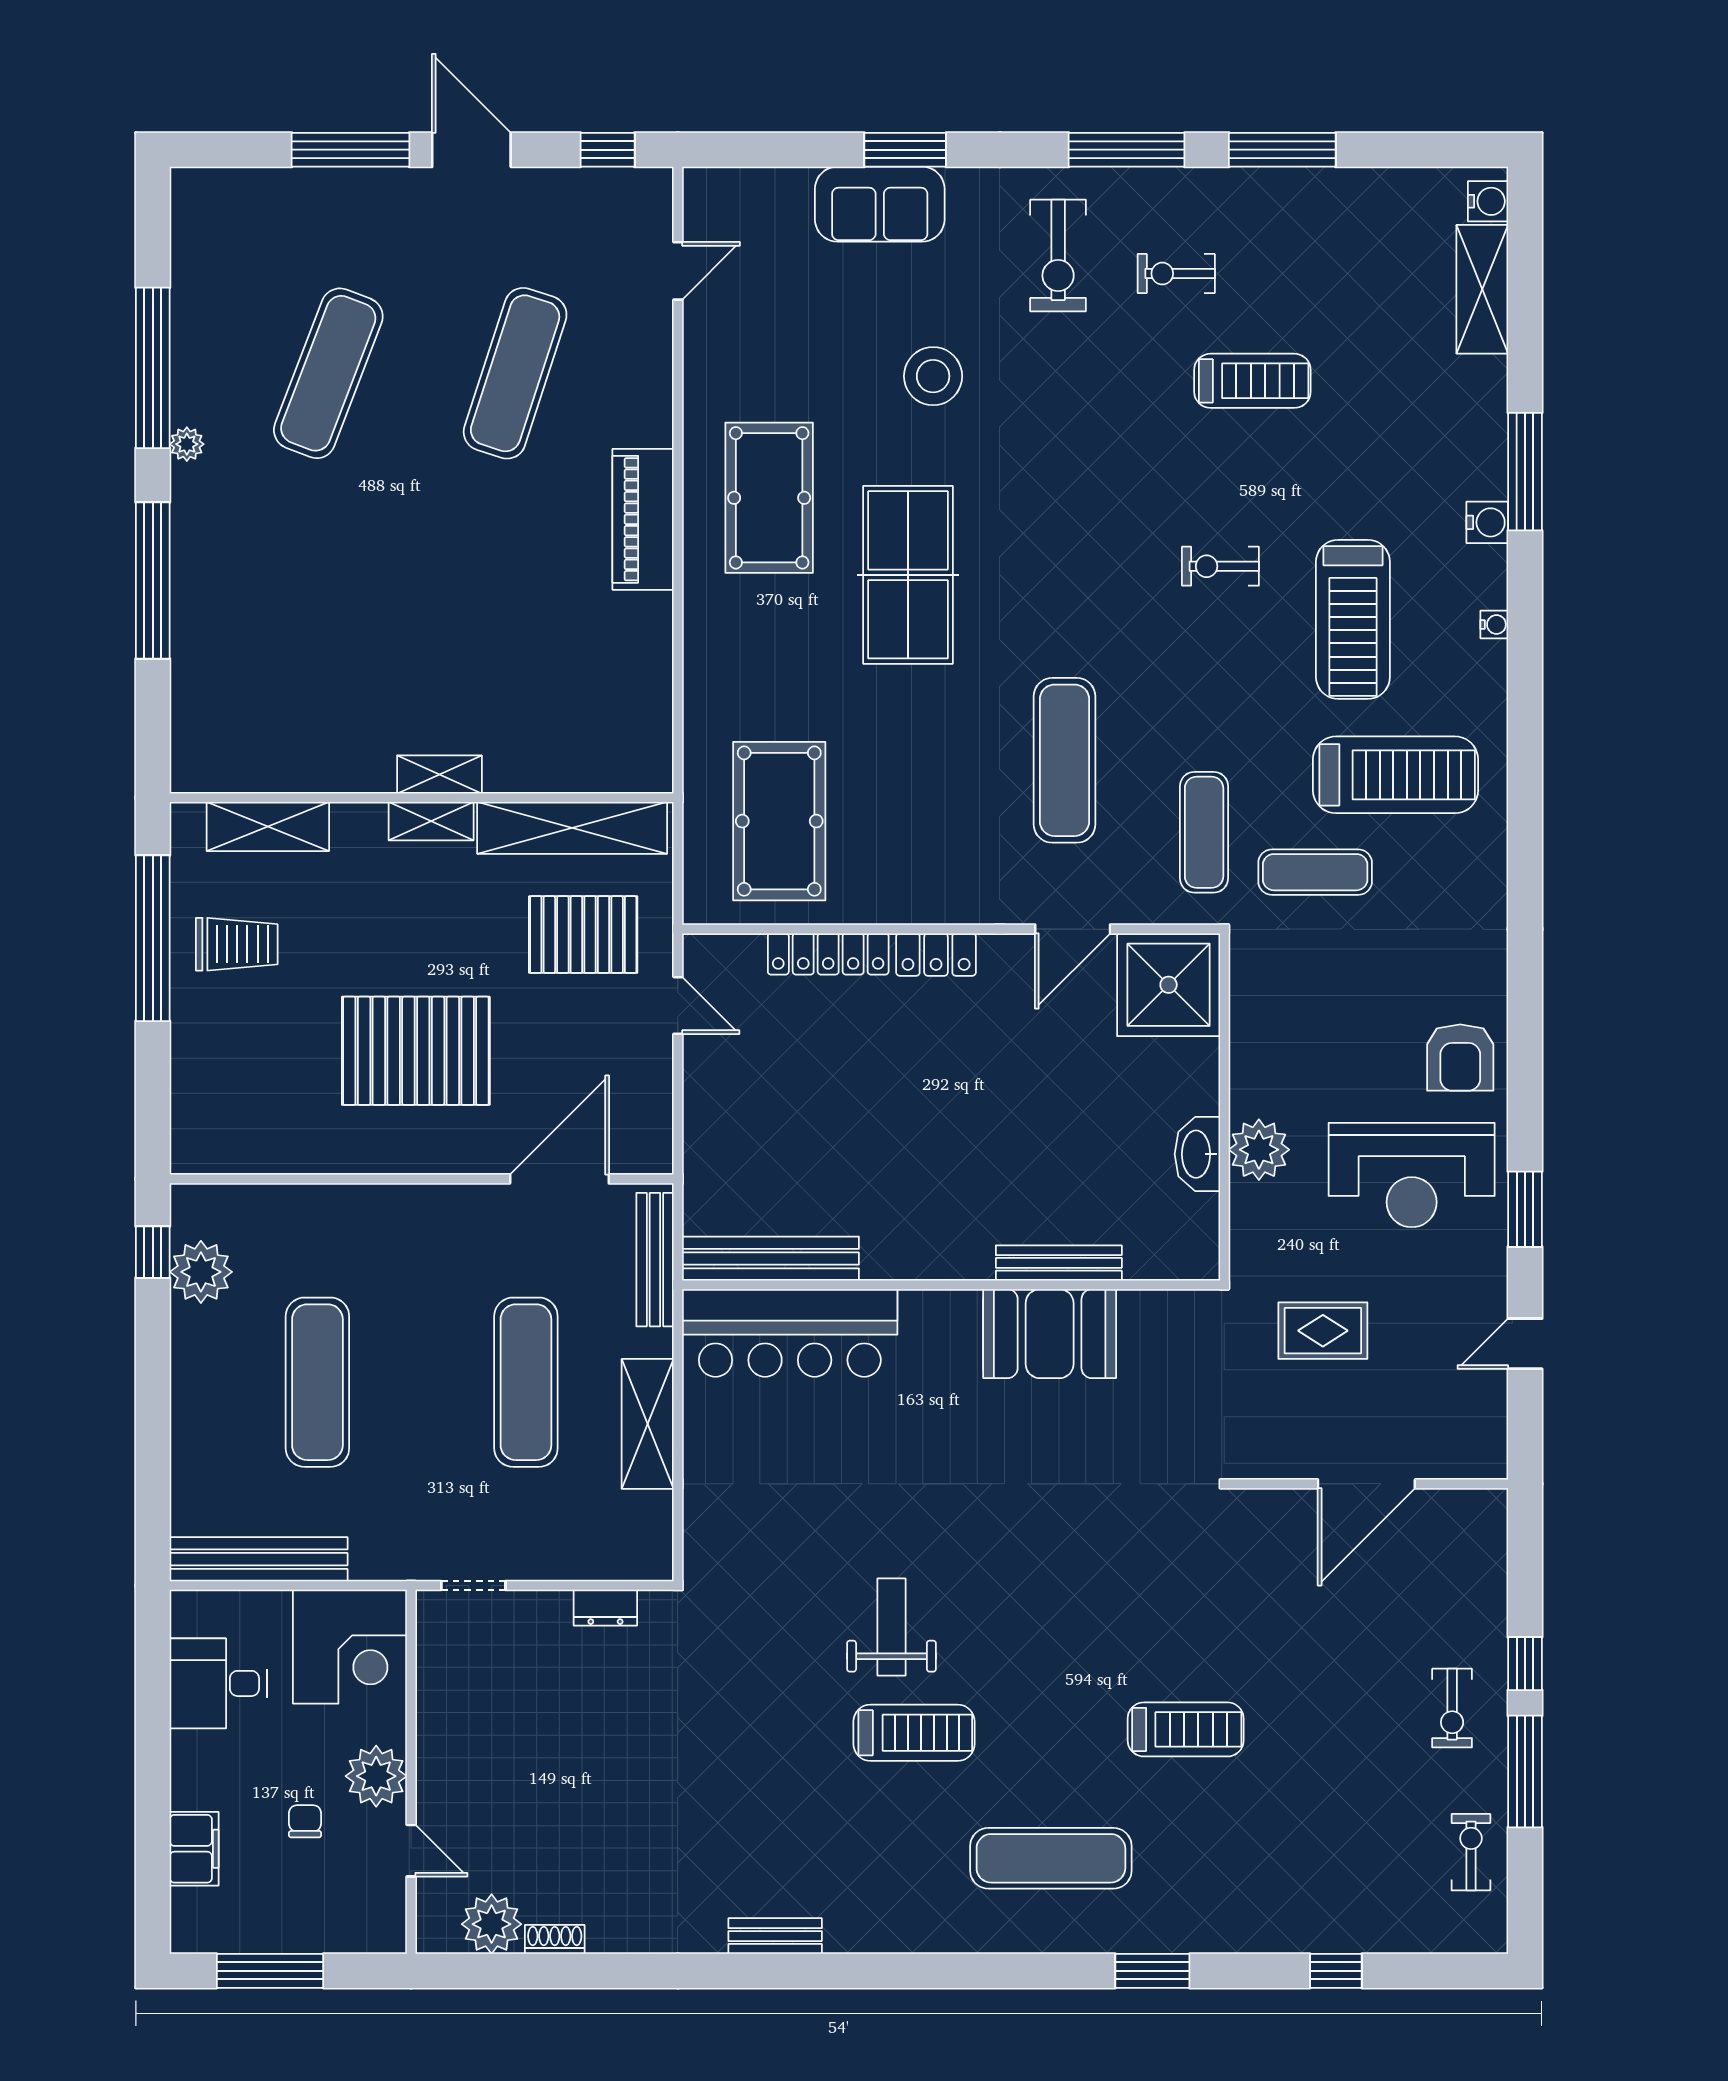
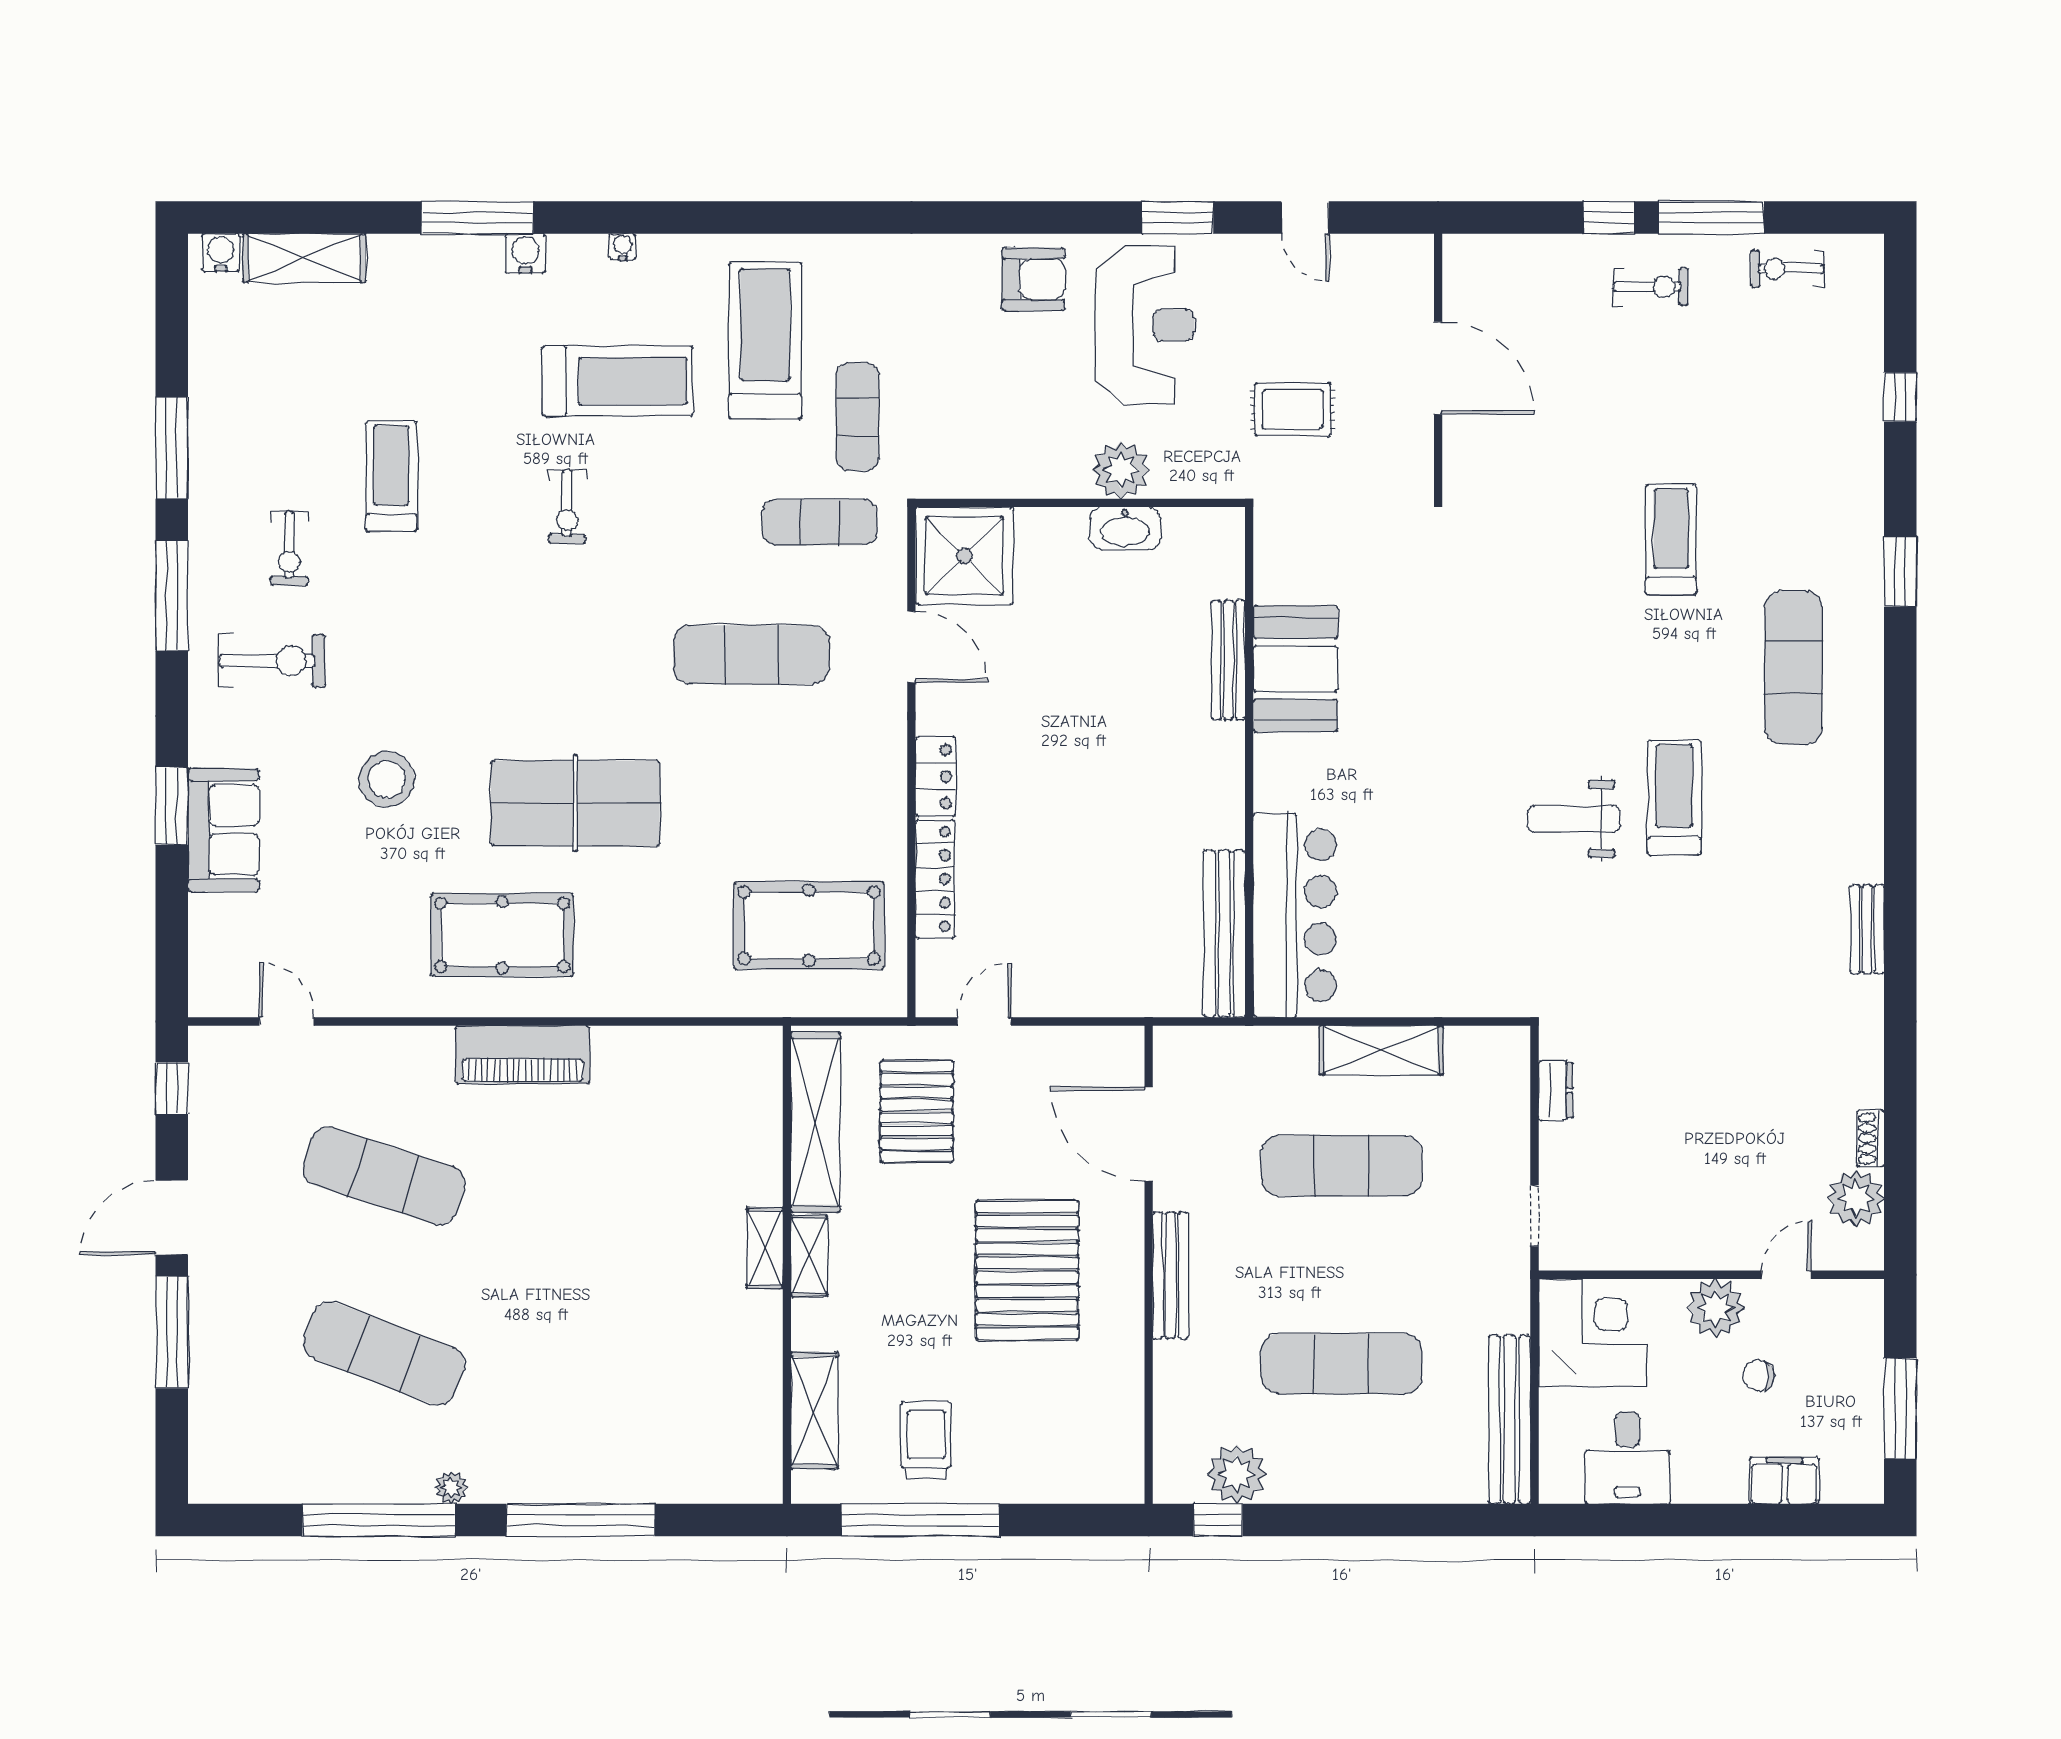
bench: (655, 1260) -> (1170, 1275), moved, turned 90
rug: (1323, 1331) -> (1293, 409), turned 90

